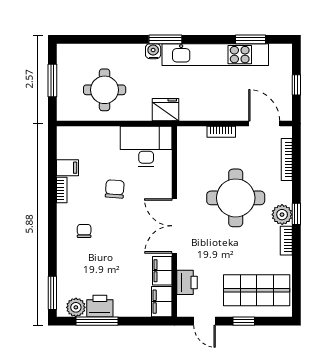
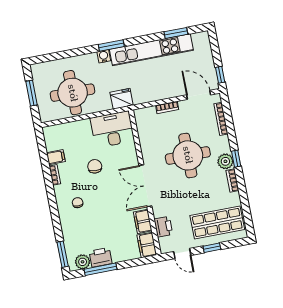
window: (296, 85) -> (220, 75), moved
round table: (105, 90) -> (73, 93), width x1.36, depth x1.36

